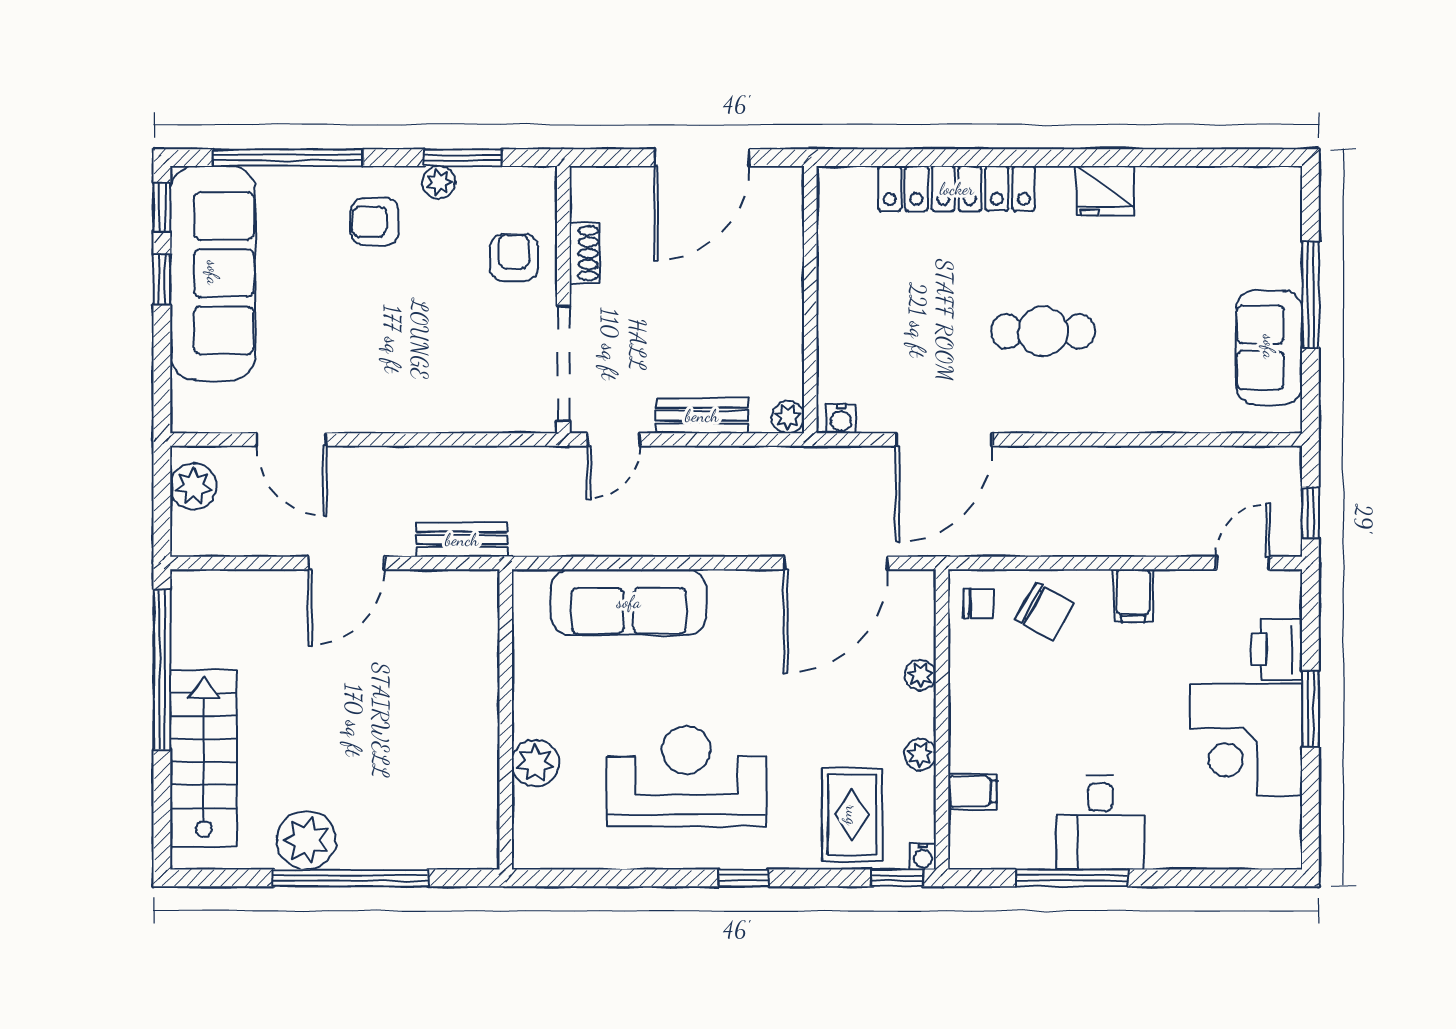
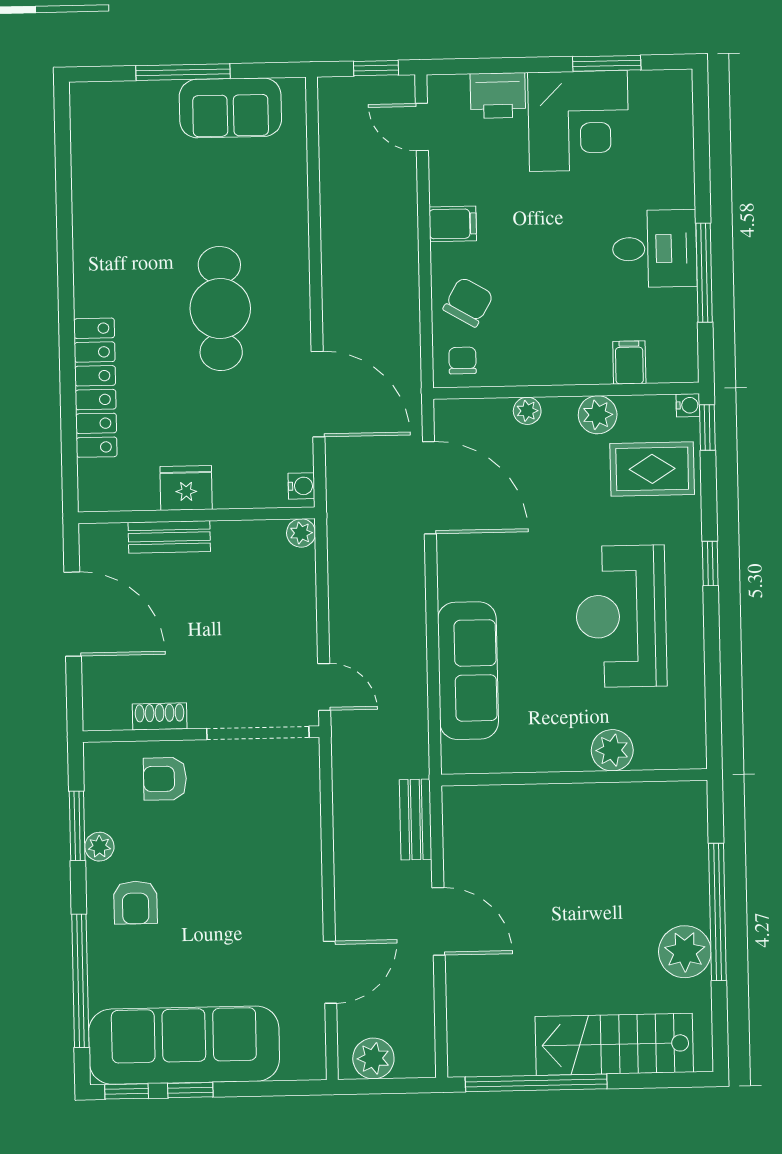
fridge: (1105, 191) -> (186, 488), moved, turned -90
cafe table: (1043, 331) -> (220, 309), width x1.37, depth x1.35
bench: (702, 416) -> (169, 537), moved, turned 90
window: (1310, 709) -> (607, 63), moved
plant: (920, 754) -> (598, 415), width x1.38, depth x1.38

